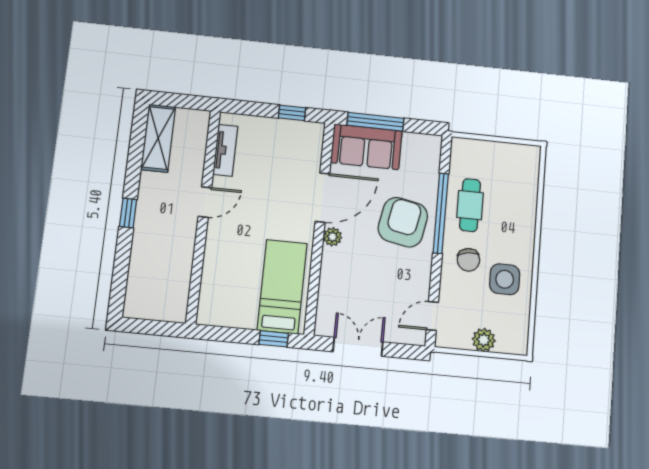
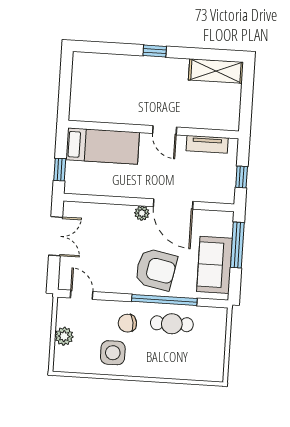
sofa: (366, 147) -> (215, 265), moved
tv unit: (225, 150) -> (207, 144), moved
door: (205, 202) -> (165, 130), moved
wall: (203, 216) -> (153, 130), moved
bed: (282, 287) -> (103, 146), moved

